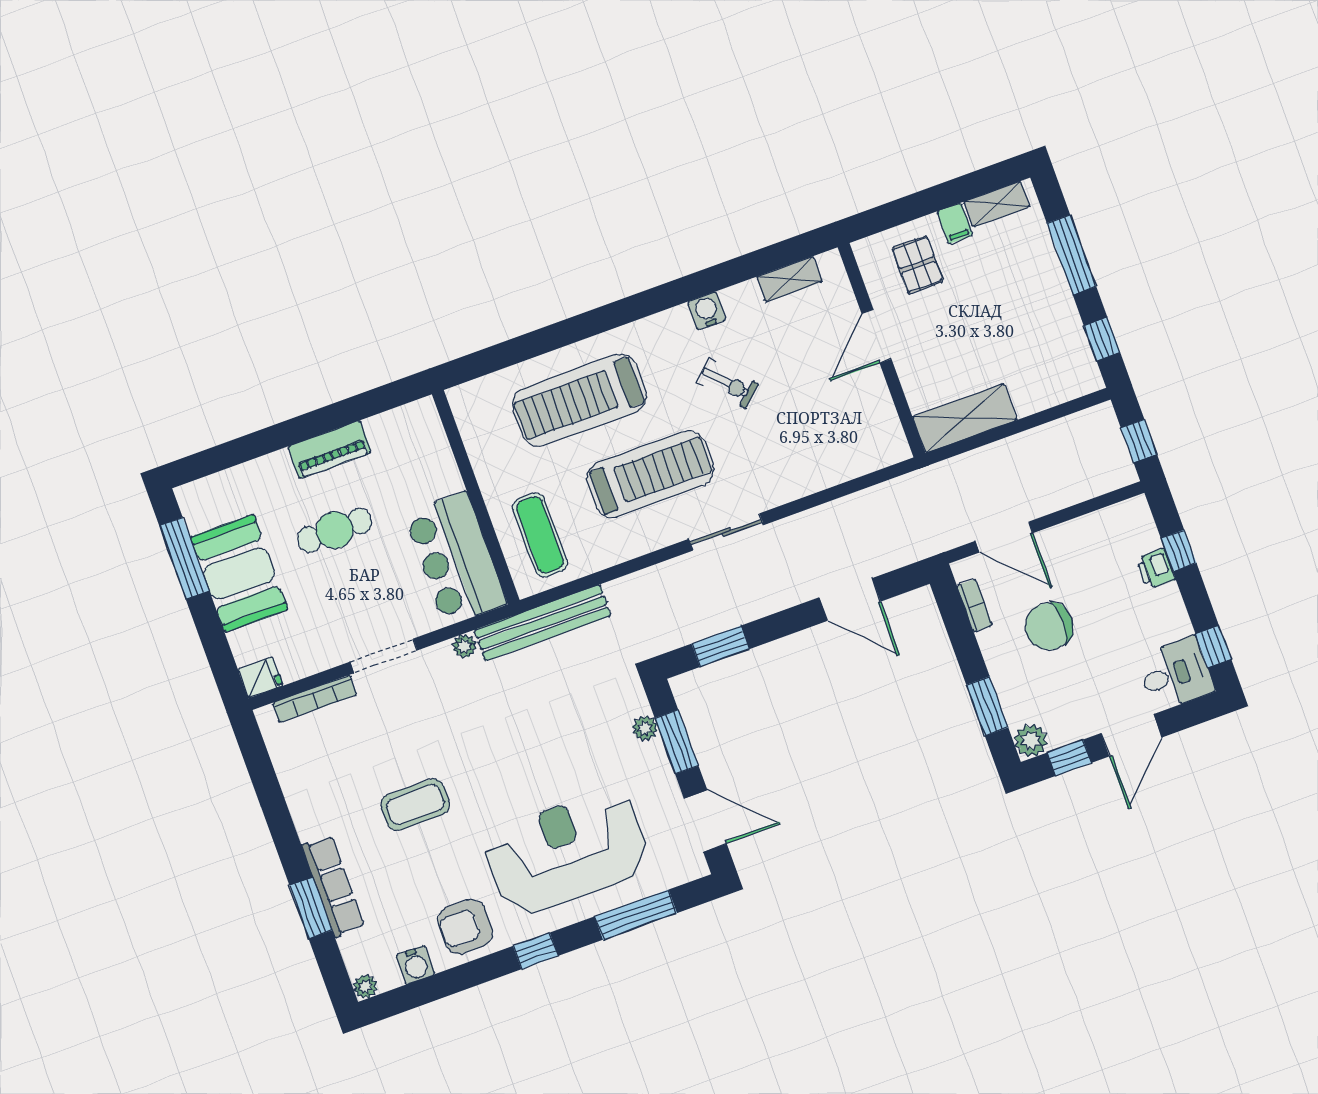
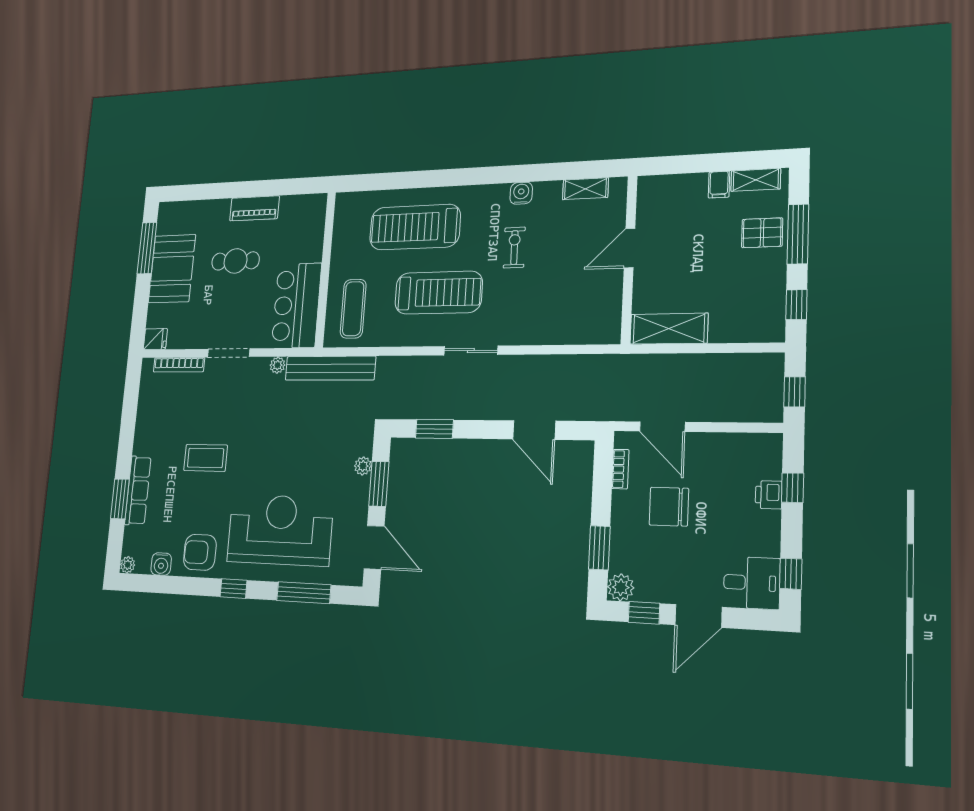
pallet: (918, 265) -> (762, 233), moved, turned 90
exercise bike: (728, 383) -> (514, 248), turned -139

